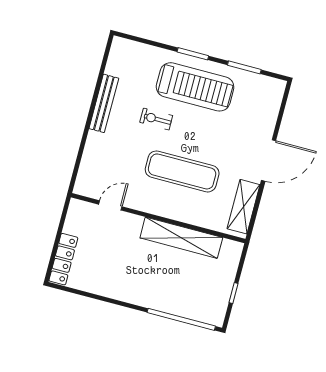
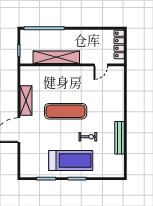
treadmill: (195, 87) -> (71, 160), turned 180
door: (110, 205) -> (101, 65), moved
wall: (158, 218) -> (72, 65), moved
shelving: (181, 238) -> (56, 57), moved

